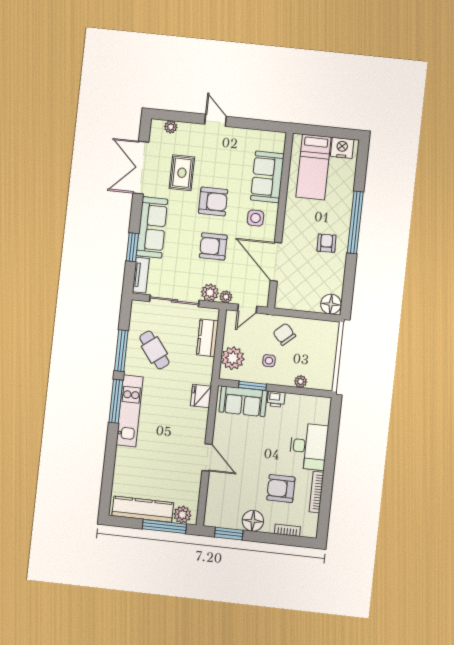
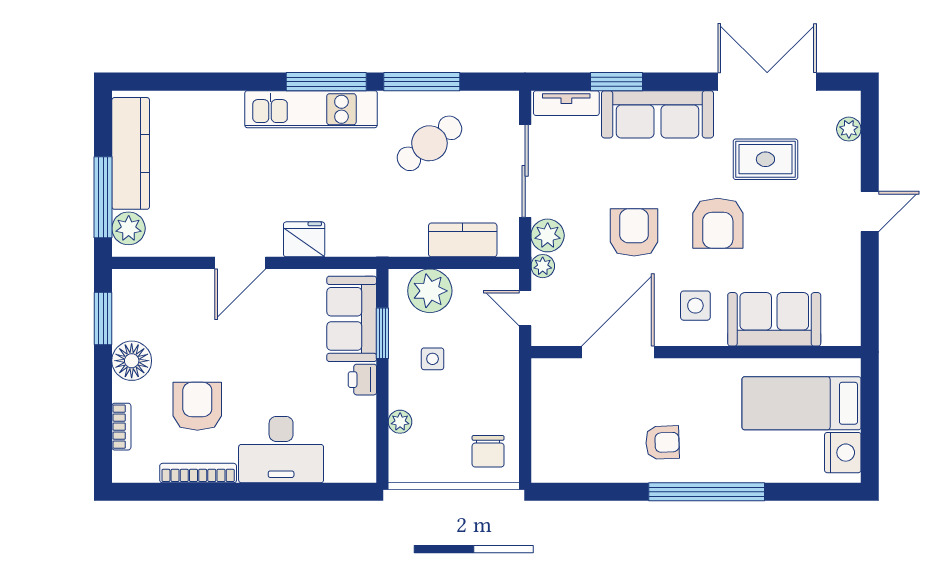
floor lamp: (331, 304) -> (550, 463), removed
chair: (284, 334) -> (488, 451), moved, turned 132
fridge: (201, 396) -> (304, 239), moved

